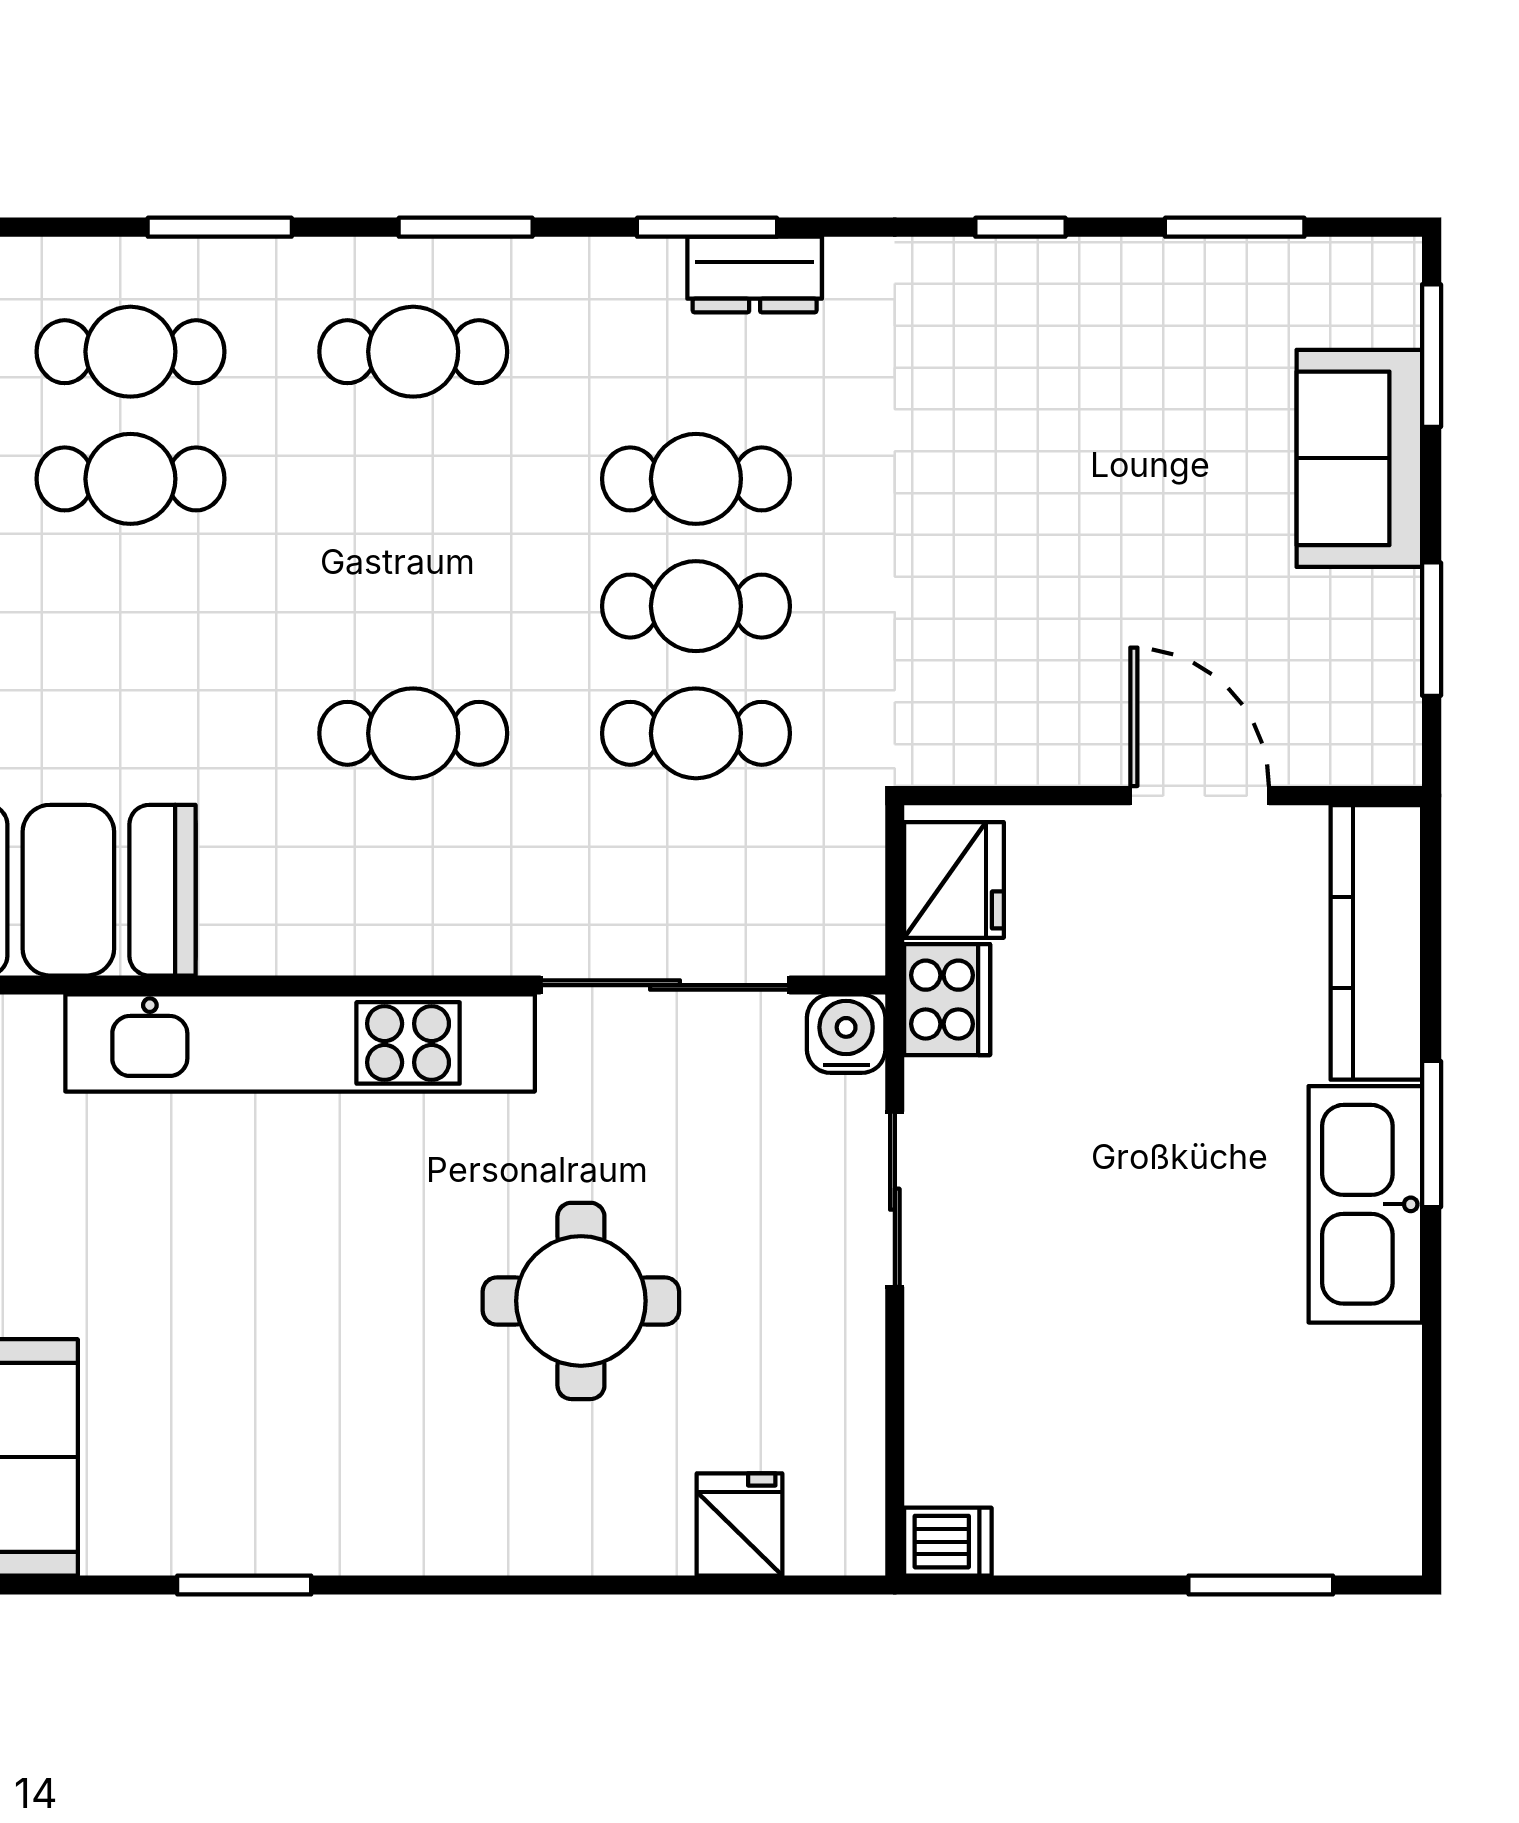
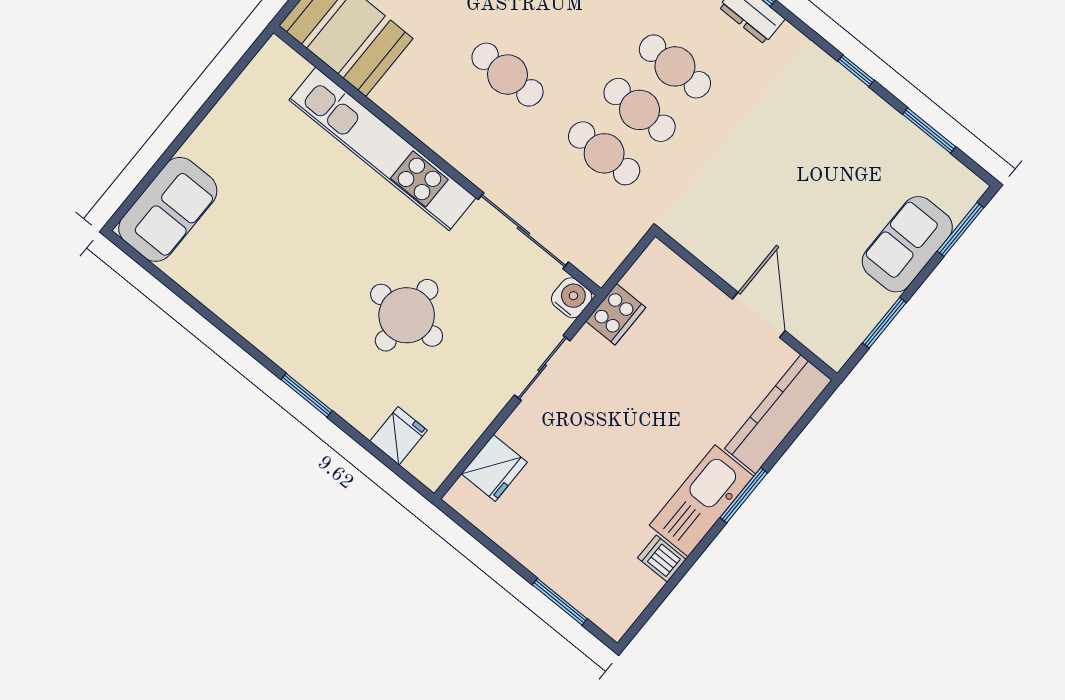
fridge: (954, 880) -> (494, 468), moved
dishwasher: (948, 1542) -> (662, 559), moved, turned 180
window: (244, 1585) -> (307, 395), moved

